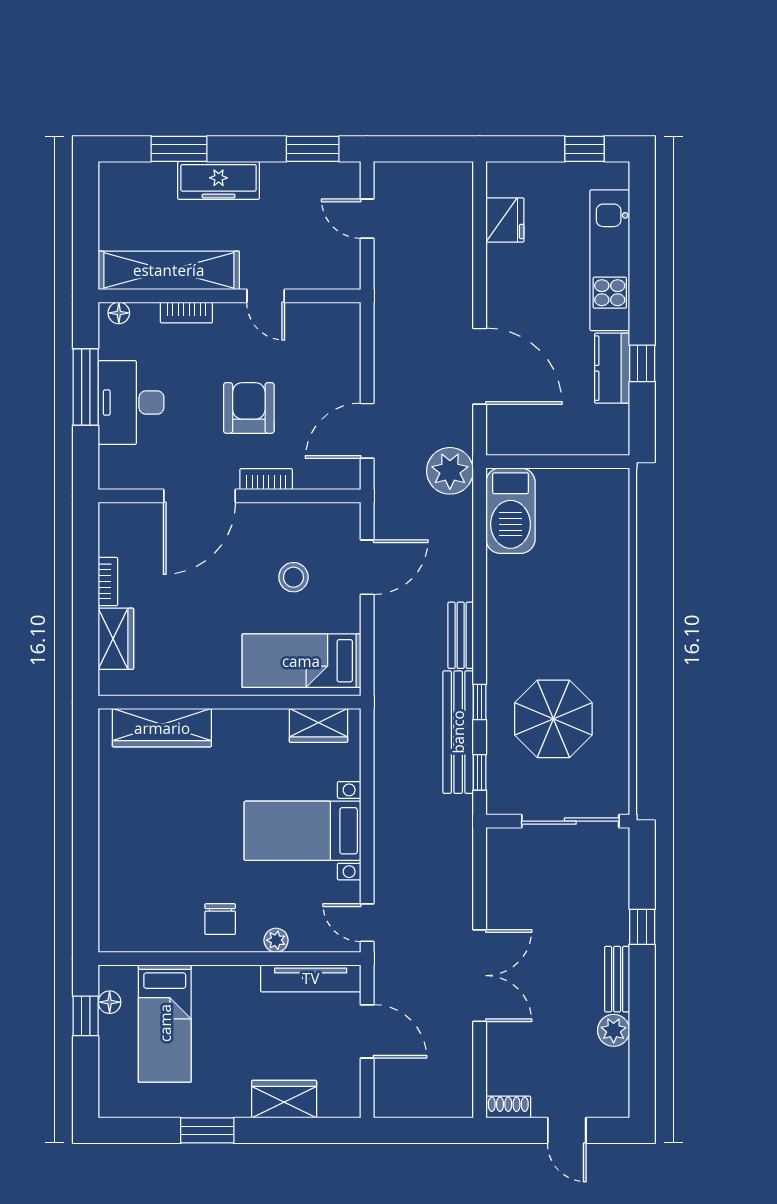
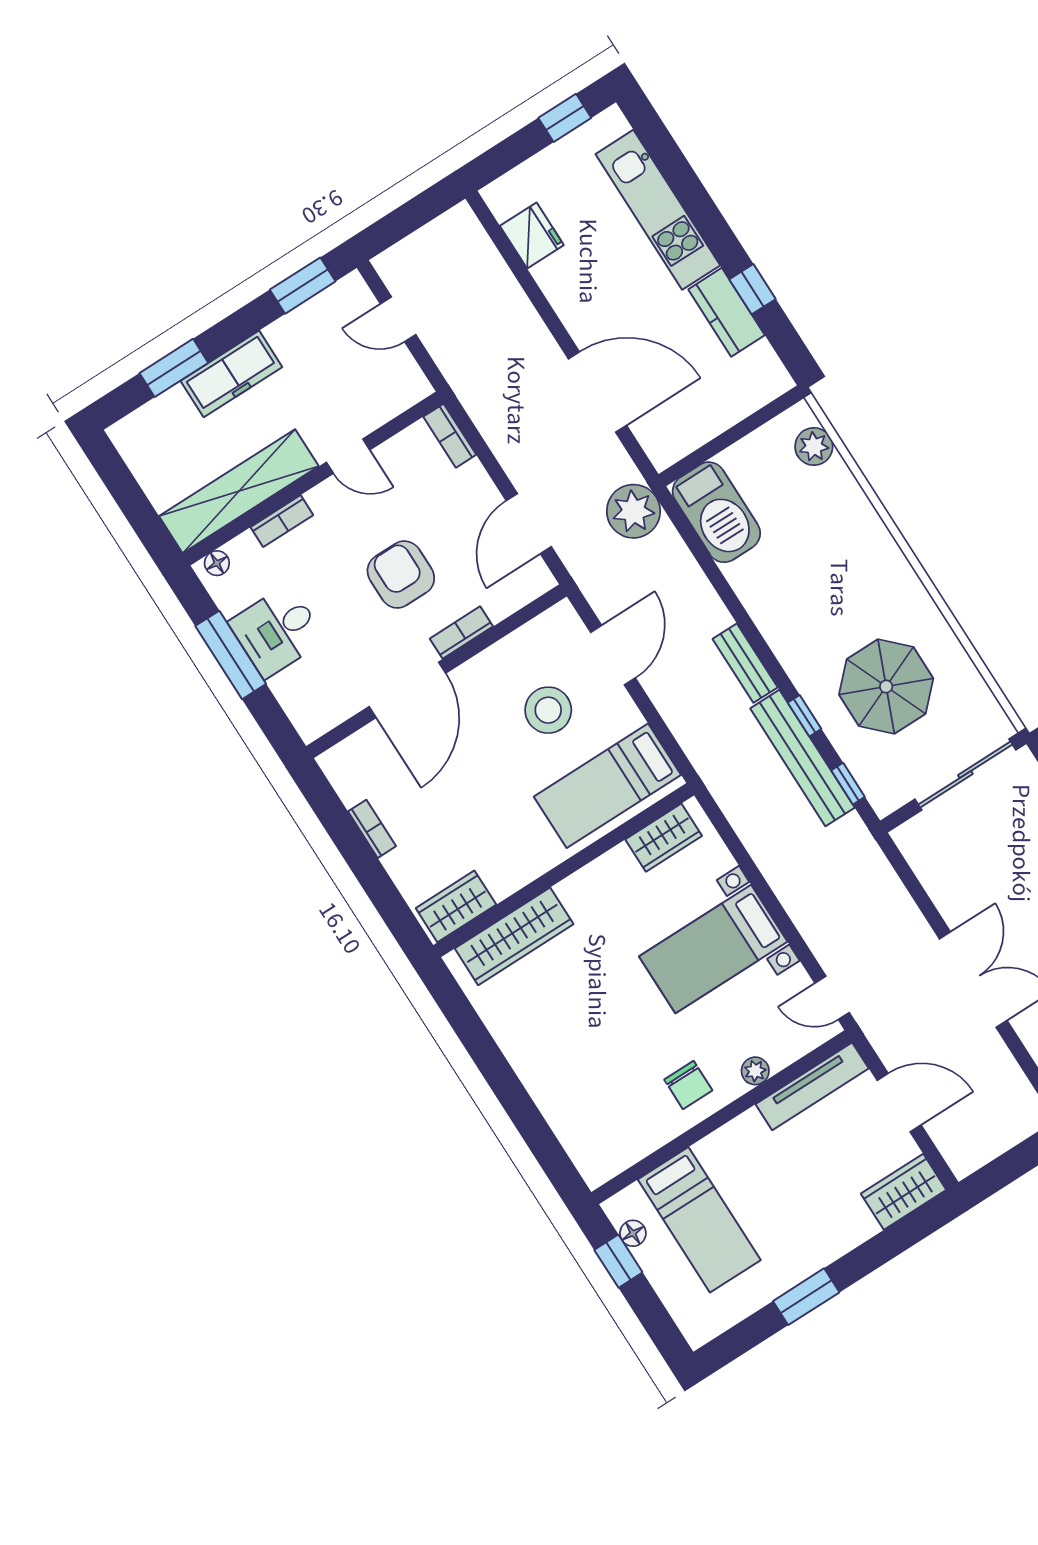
bookcase: (350, 329) -> (450, 436), added
desk: (131, 403) -> (277, 631), width x0.73
plant: (613, 508) -> (814, 446), added
stool: (293, 577) -> (548, 710), width x1.38, depth x1.38
wardrobe: (116, 639) -> (456, 906), moved, turned -90
wardrobe: (284, 1099) -> (904, 1192), moved

